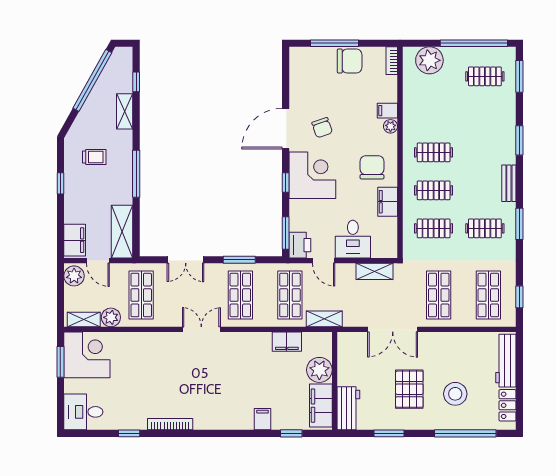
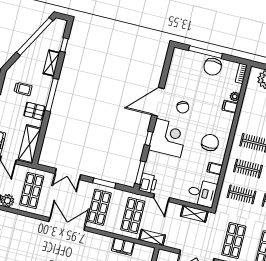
chair: (350, 61) -> (213, 67), turned 90
plant: (390, 126) -> (235, 96), moved
window: (136, 174) -> (52, 95), moved
pallet: (118, 184) -> (34, 111), added
filing cabinet: (388, 202) -> (215, 169), width x0.50
desk: (353, 239) -> (202, 193), moved, turned -90
double door: (201, 329) -> (67, 224), width x1.37

